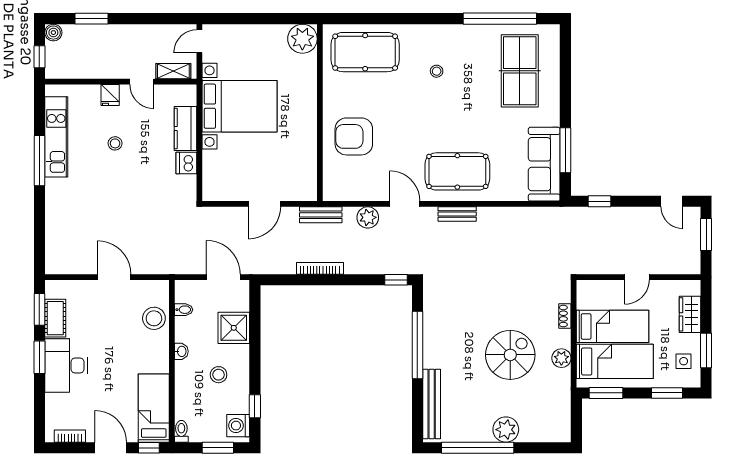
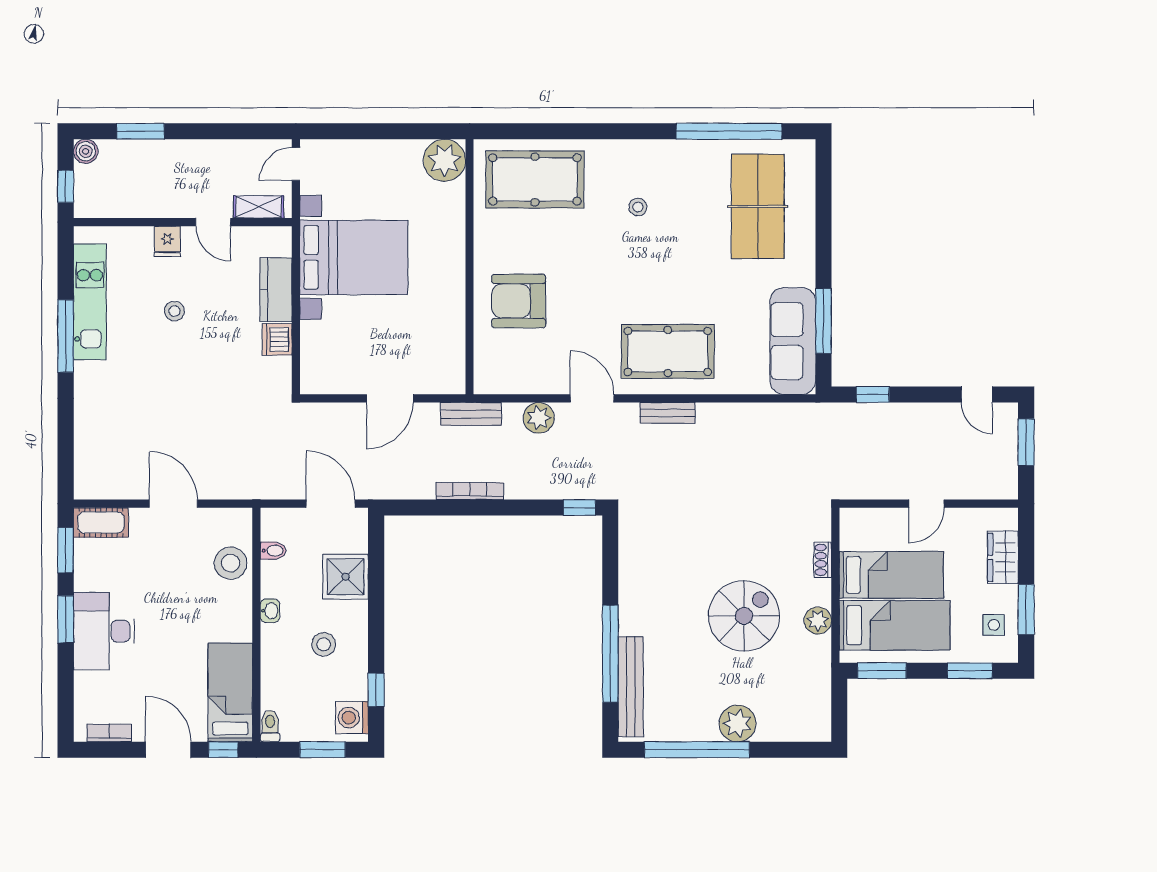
cot: (55, 318) -> (101, 522), moved, turned 90
window: (417, 345) -> (610, 654), moved

